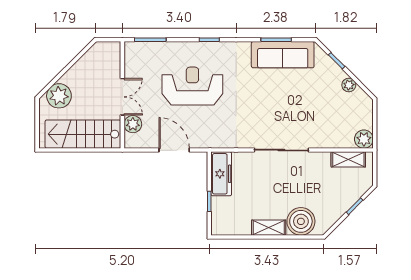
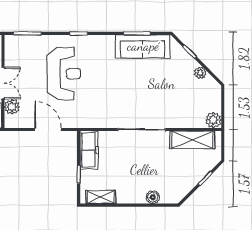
reception desk: (192, 86) -> (64, 74), turned 90
shelving: (348, 159) -> (192, 140), width x1.50, depth x1.33
boiler: (301, 221) -> (153, 197), width x0.54, depth x0.54
shelving: (269, 228) -> (101, 197), moved

